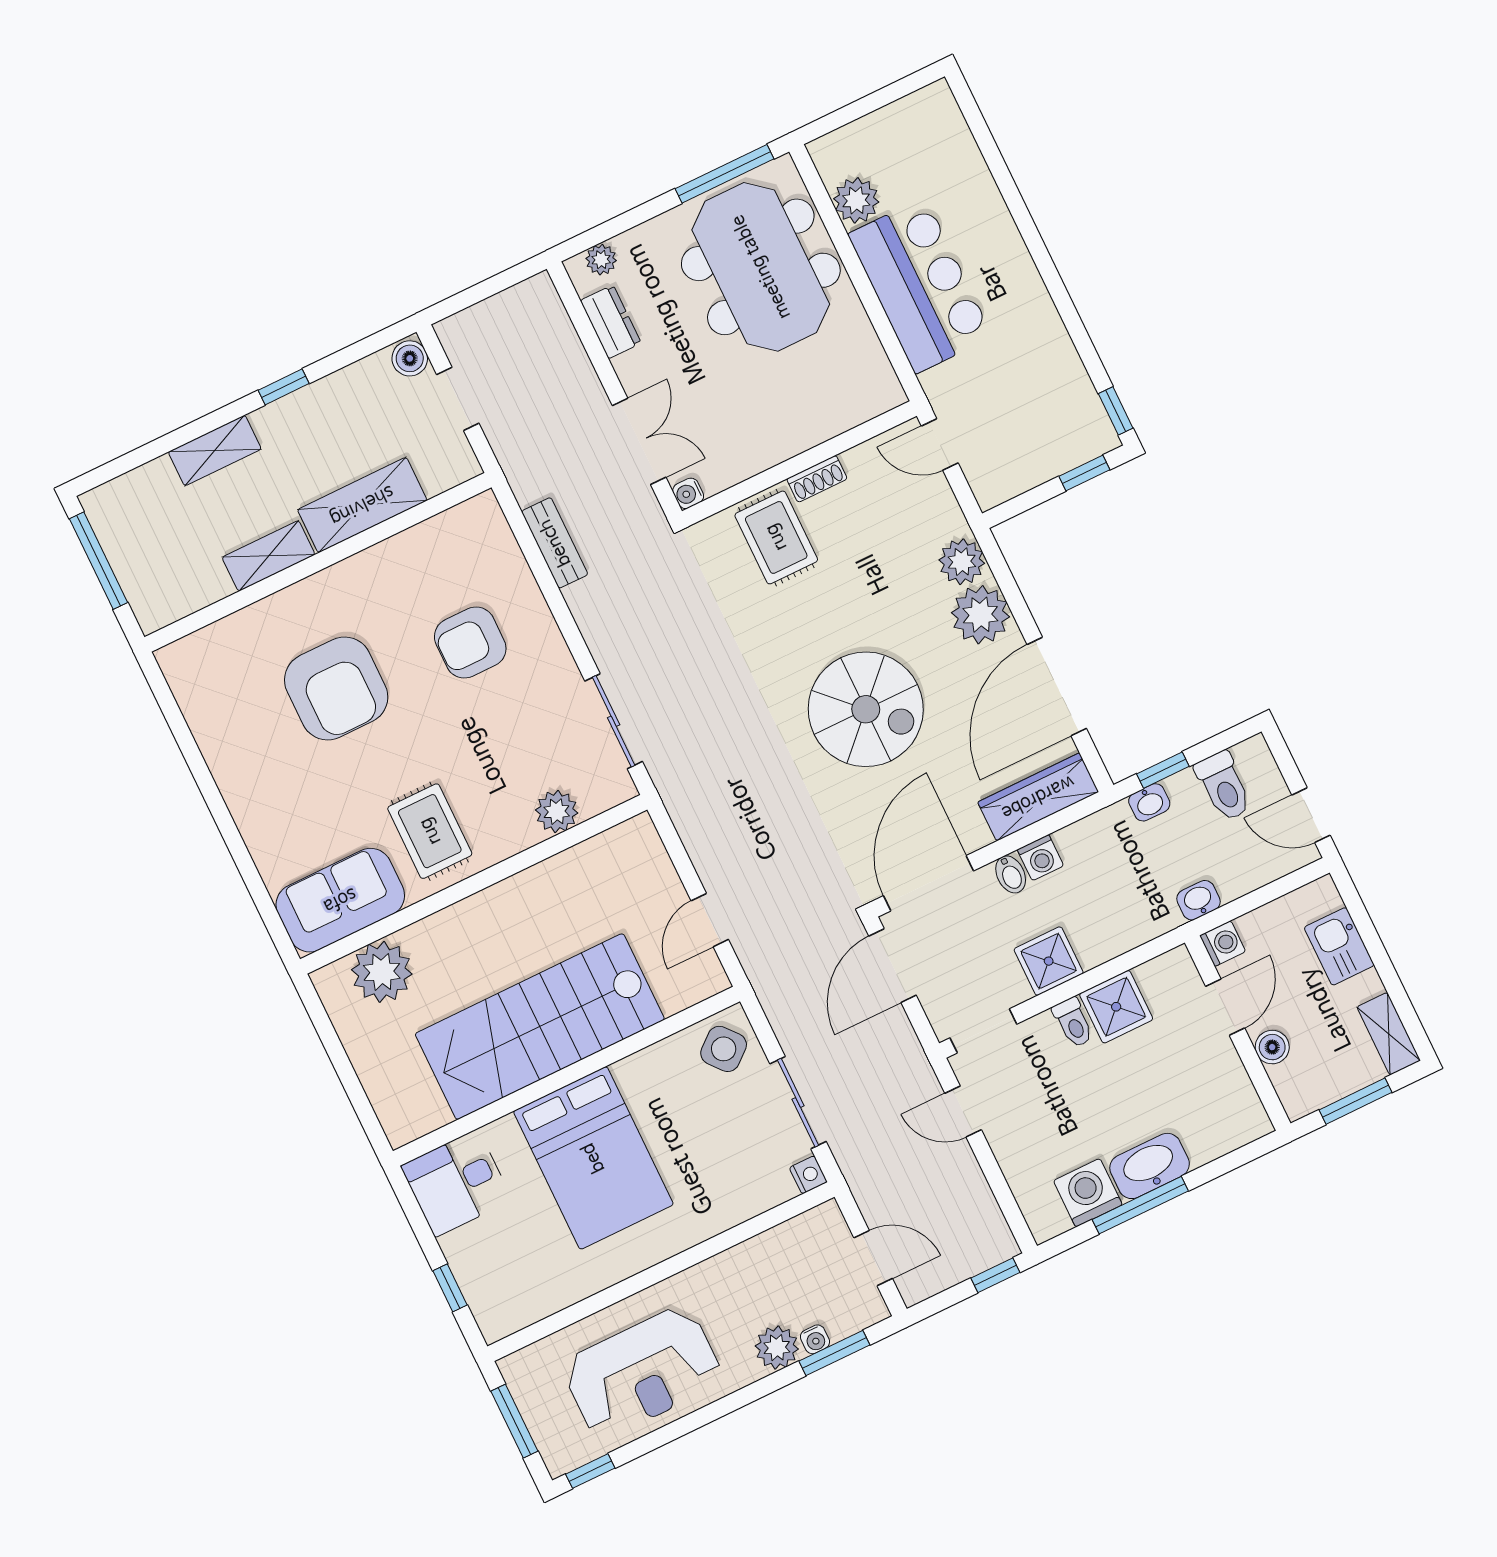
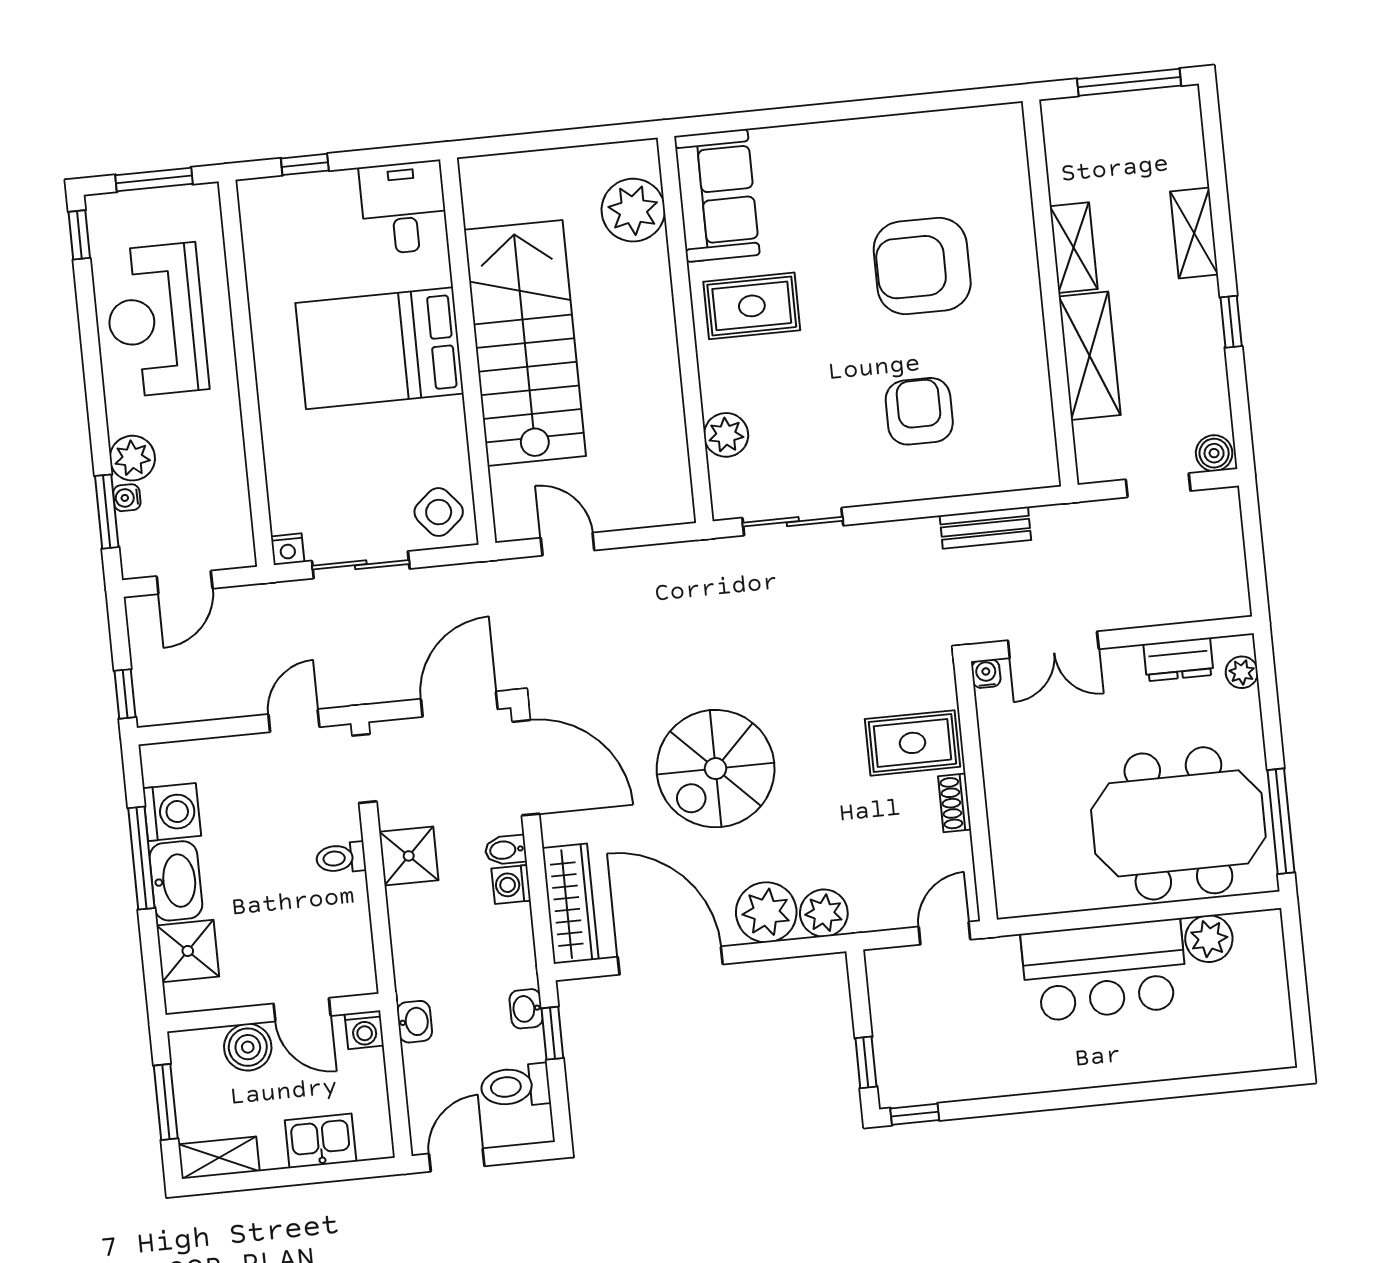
door: (893, 966) -> (459, 704), hinge flipped
shower: (1116, 1007) -> (188, 951), moved
boiler: (1272, 1047) -> (248, 1047), width x1.36, depth x1.36

